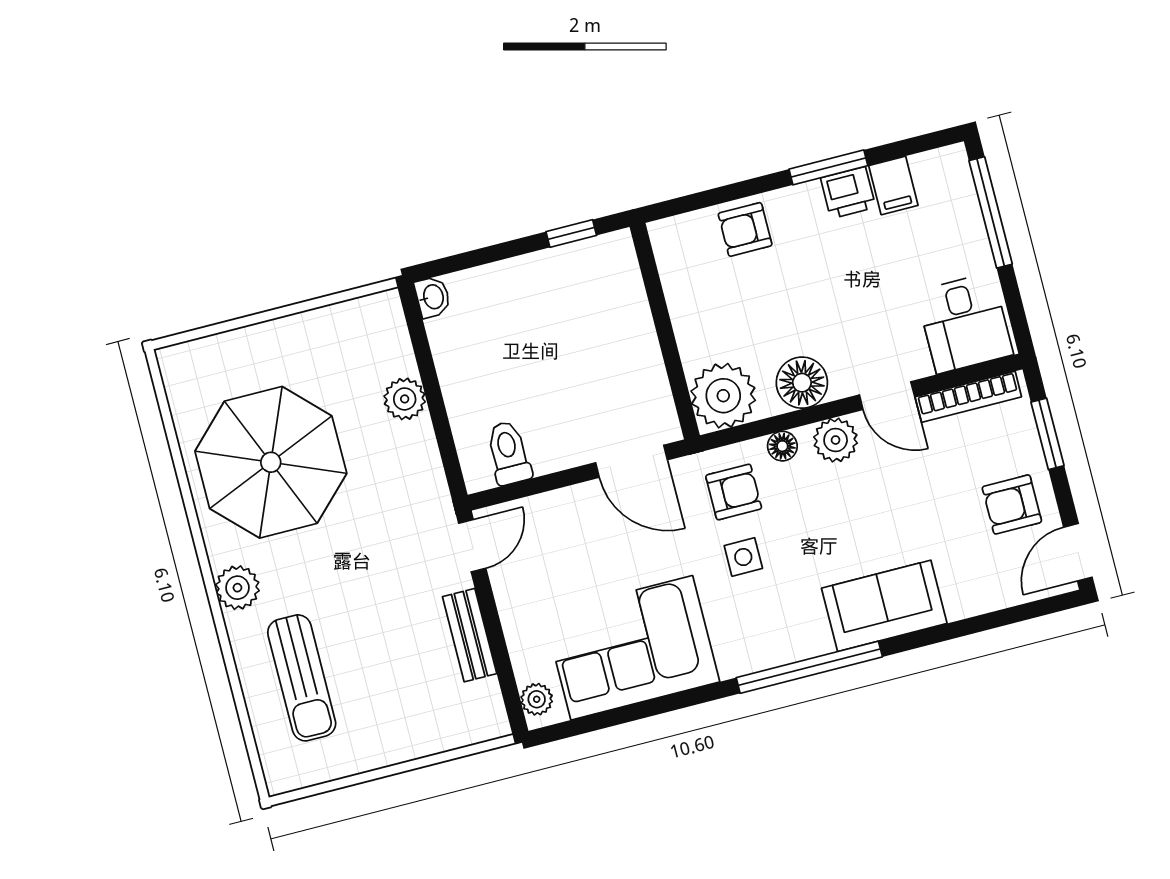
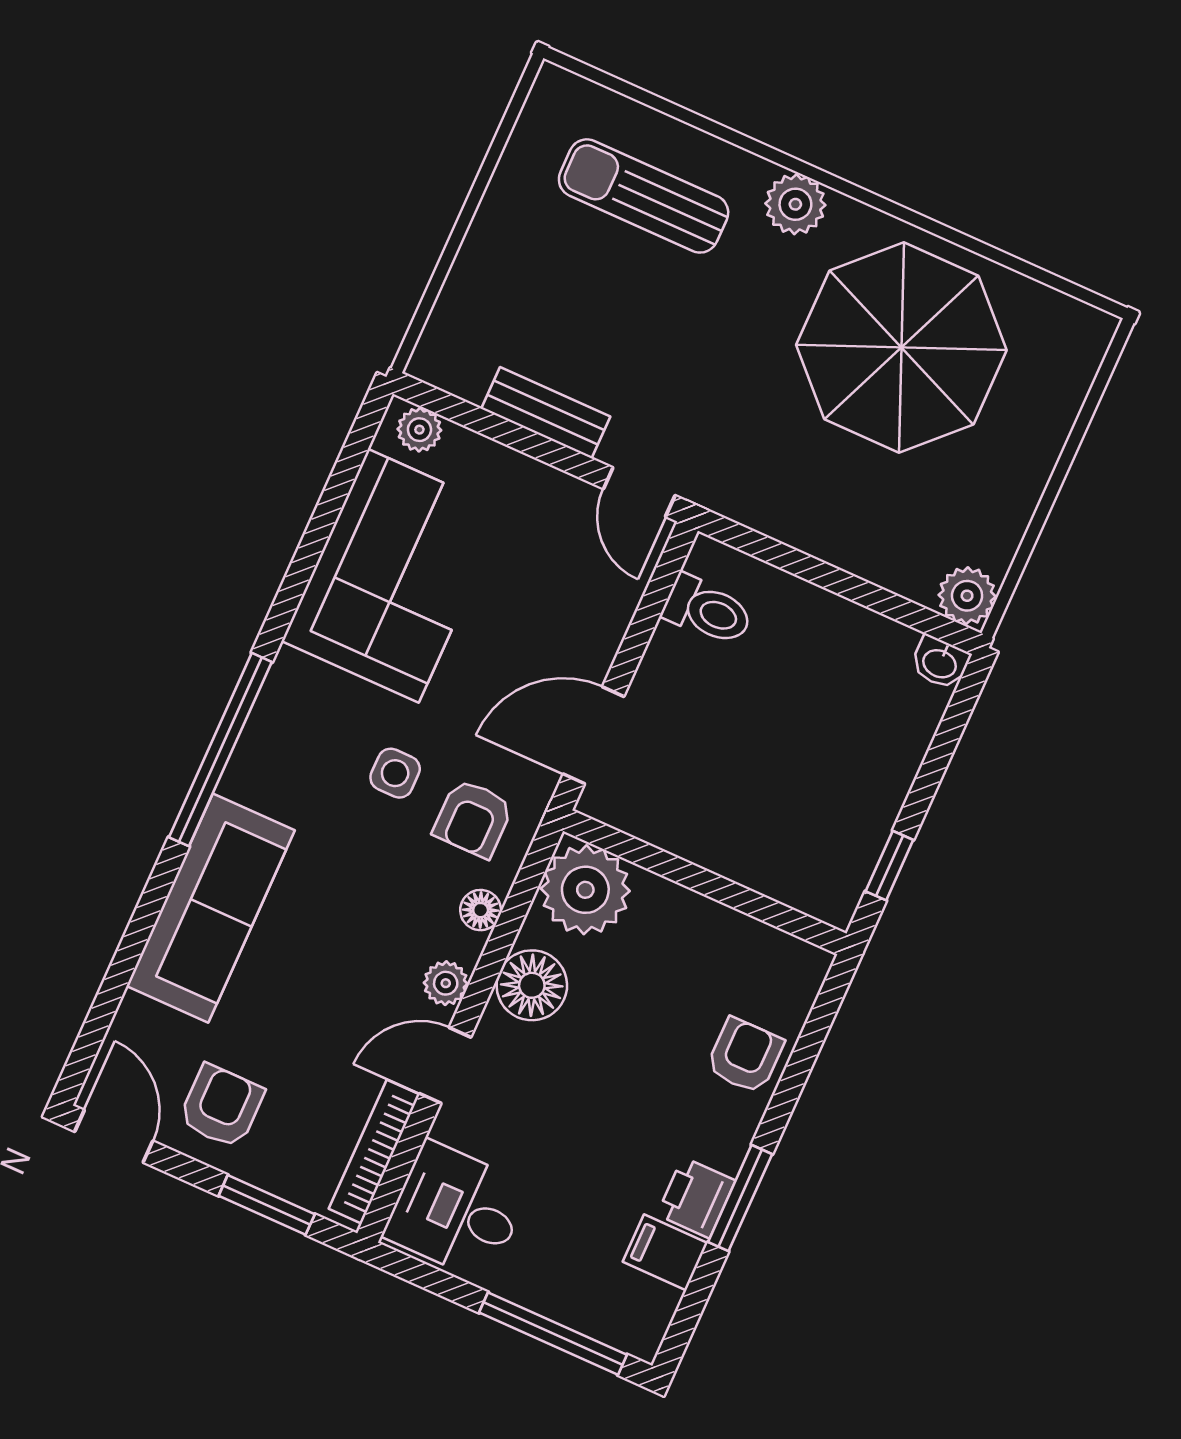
plant: (405, 399) -> (967, 596), moved
plant: (836, 440) -> (446, 983), width x0.73, depth x0.73
sofa: (884, 606) -> (211, 908), width x1.36

